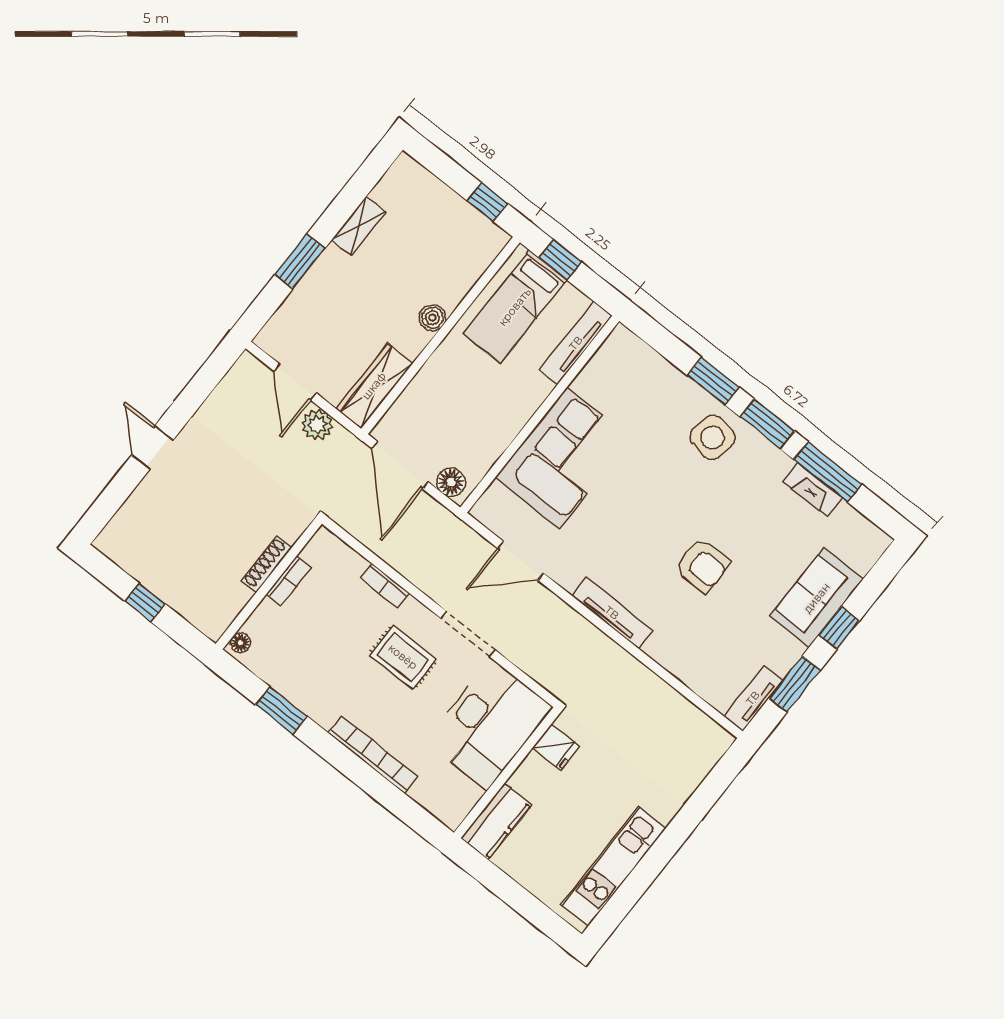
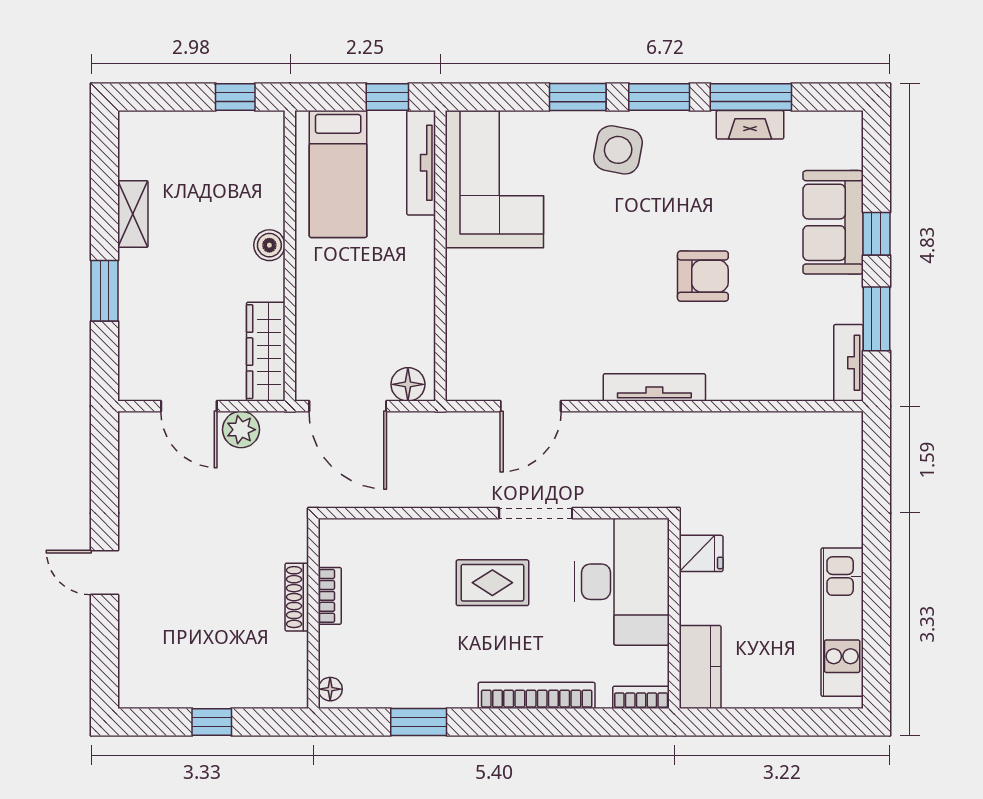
window: (560, 260) -> (387, 97), moved
corner sofa: (563, 458) -> (494, 179), moved
bookcase: (384, 585) -> (641, 697), moved, turned 180

